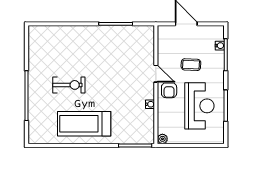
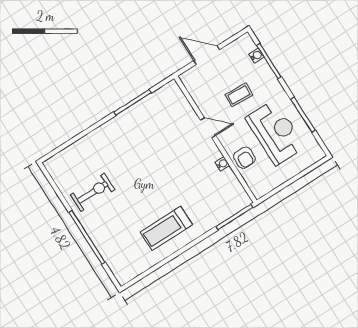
exercise bike: (69, 85) -> (93, 192), moved
armchair: (169, 90) -> (244, 158), moved
treadmill: (84, 124) -> (166, 228), width x0.73, depth x0.73
plant: (162, 139) -> (259, 192), removed

